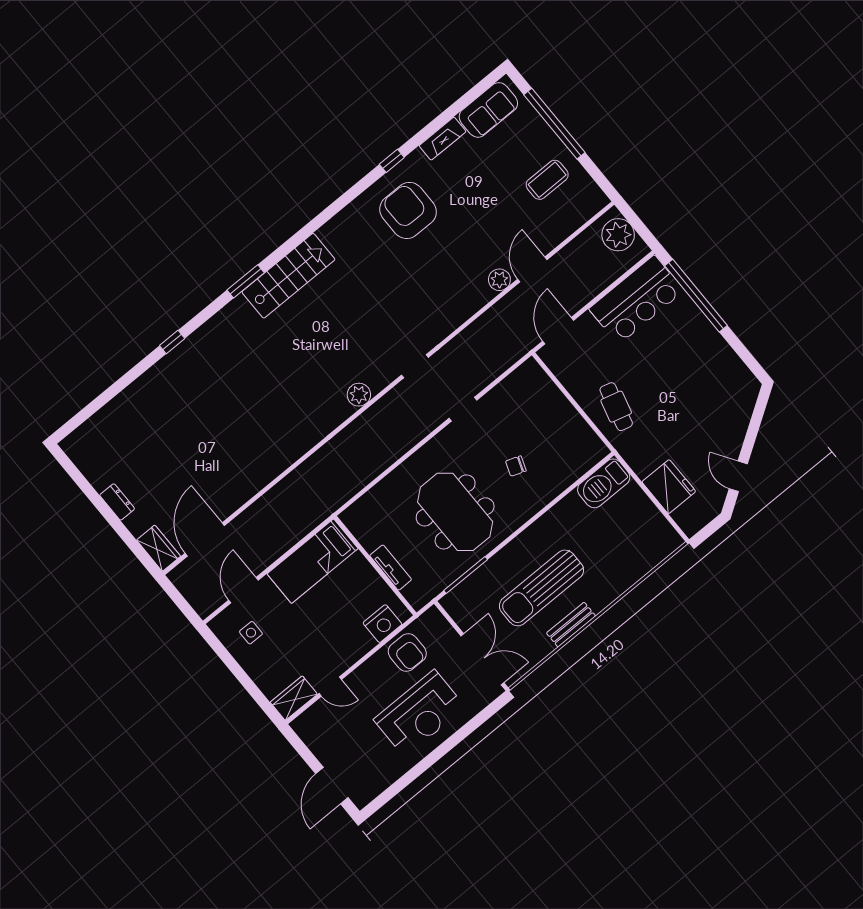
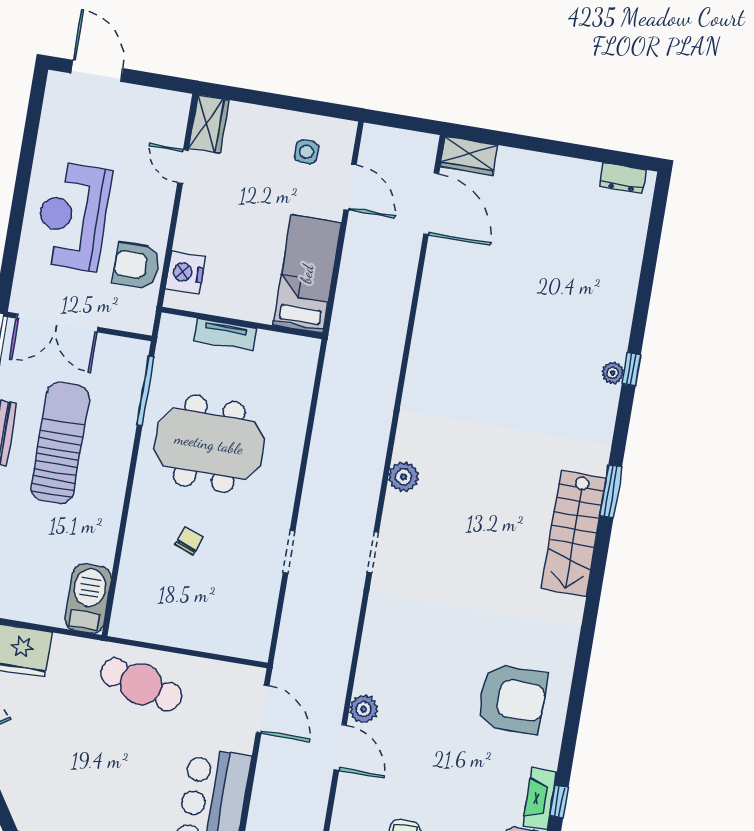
window: (392, 161) -> (559, 802), moved
plant: (185, 349) -> (613, 373), added
cafe table: (616, 407) -> (141, 684), width x1.37, depth x1.35
dresser: (117, 502) -> (623, 178), moved
door: (330, 687) -> (183, 166), hinge flipped

